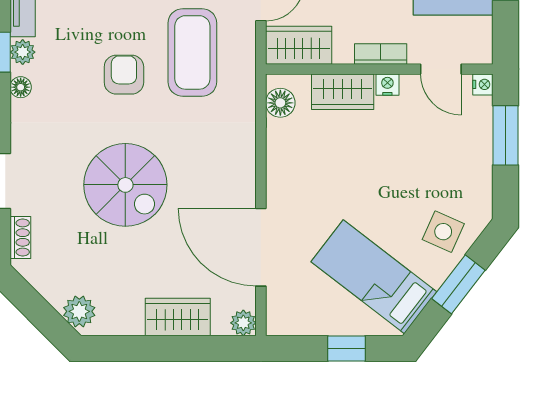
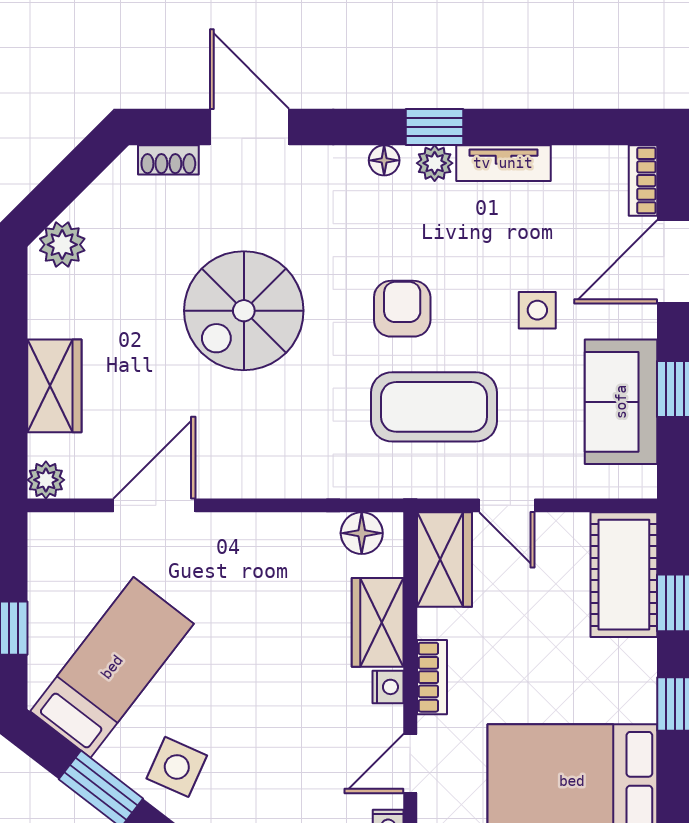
armchair: (124, 75) -> (402, 309), turned -90
door: (261, 247) -> (154, 505), width x0.73

